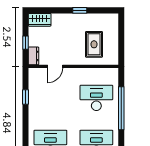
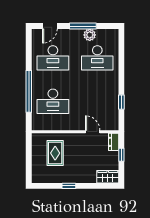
door: (55, 66) -> (93, 132), hinge flipped

